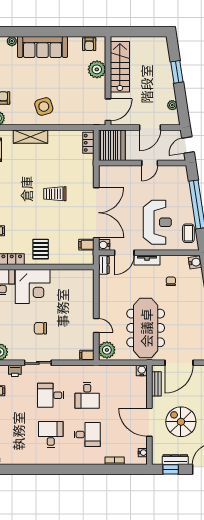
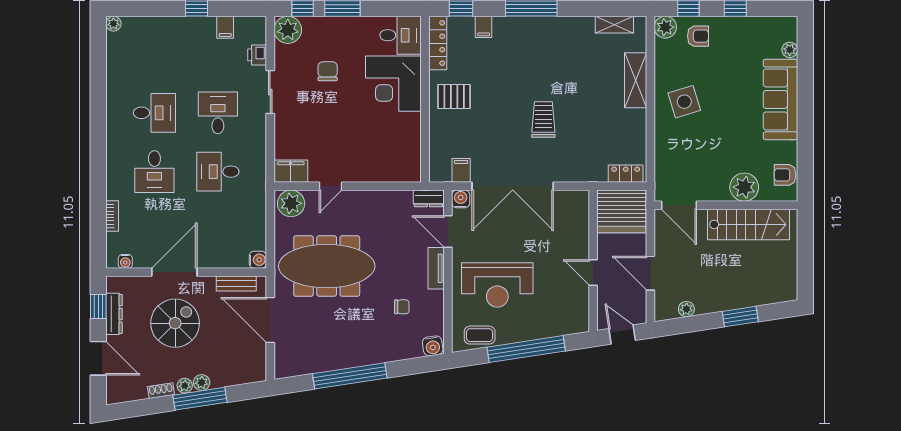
chair: (40, 328) -> (328, 71), moved
filing cabinet: (87, 355) -> (291, 171), width x2.00

